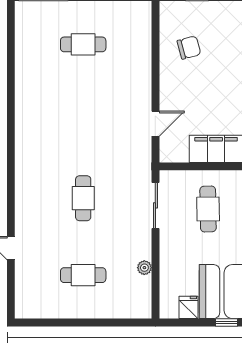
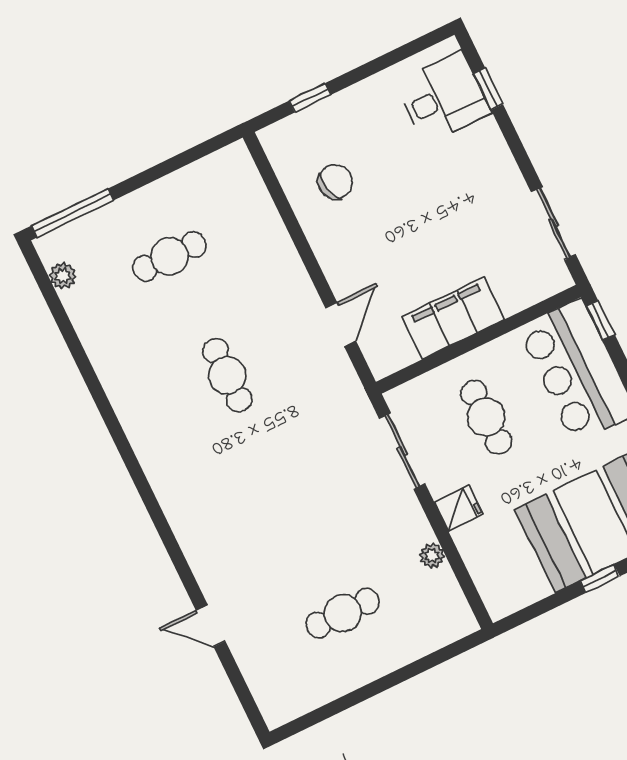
plant: (22, 27) -> (63, 276), added
cafe table: (83, 198) -> (227, 375), moved
fridge: (189, 307) -> (459, 508), moved, turned 90

